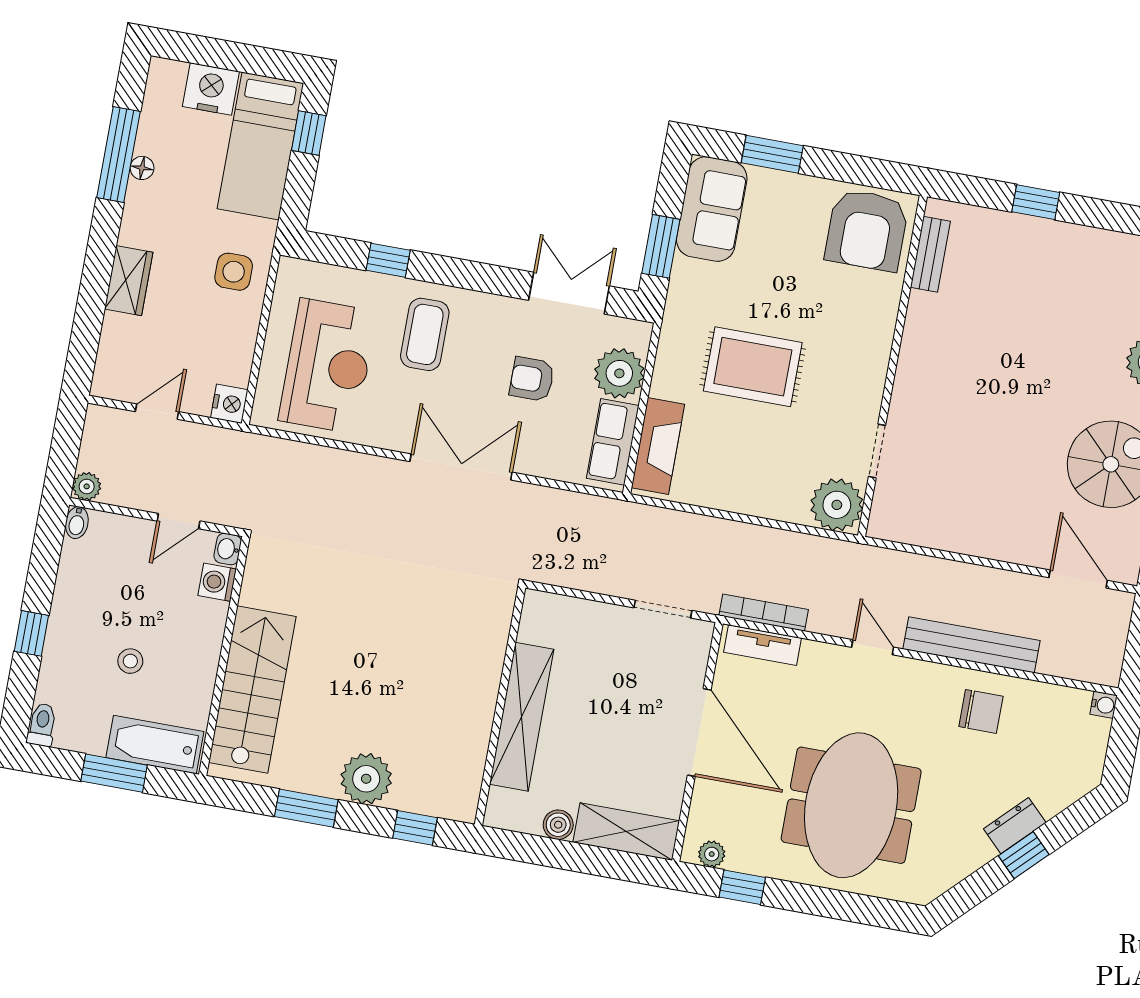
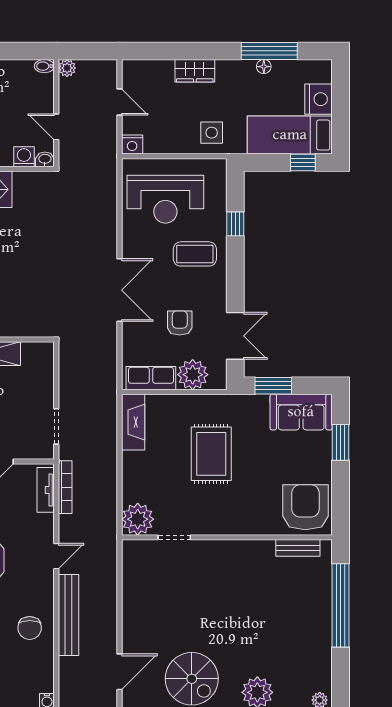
window: (1036, 202) -> (341, 605), width x3.17
armchair: (867, 230) -> (305, 507), turned 90
fireplace: (658, 446) -> (133, 422), moved, turned -90

